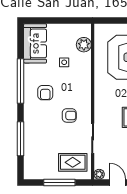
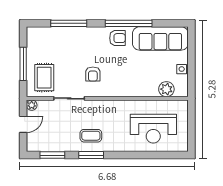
sofa: (35, 43) -> (160, 38), width x1.36
side table: (64, 62) -> (182, 69), moved
armchair: (45, 93) -> (117, 38), moved, turned 180

